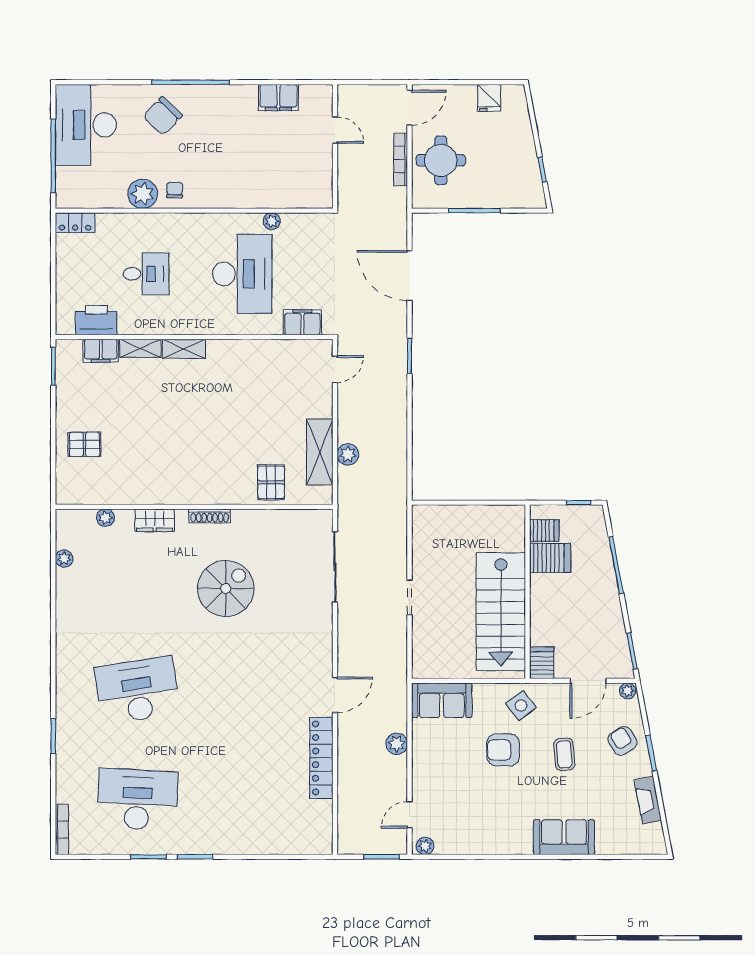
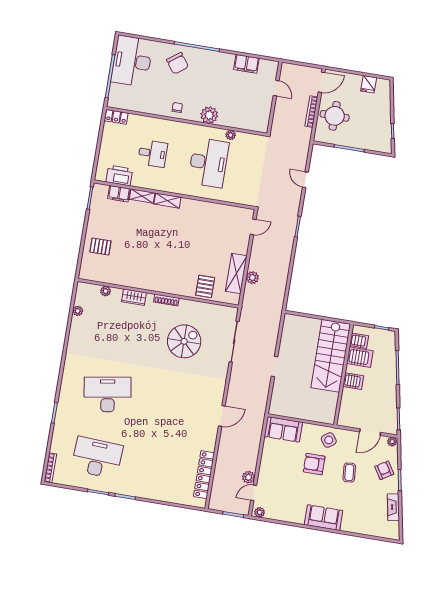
chair: (163, 116) -> (177, 63), turned -80
plant: (143, 194) -> (209, 115), moved
door: (410, 276) -> (305, 180), width x0.53
filing cabinet: (302, 322) -> (239, 197), removed
spiral stairs: (226, 589) -> (184, 341), moved
stairs: (501, 612) -> (331, 356), moved
server rack: (542, 663) -> (353, 381), moved, turned 90
plant: (397, 744) -> (248, 477), moved
locker: (321, 758) -> (204, 475), moved
sofa: (564, 837) -> (324, 518), moved

